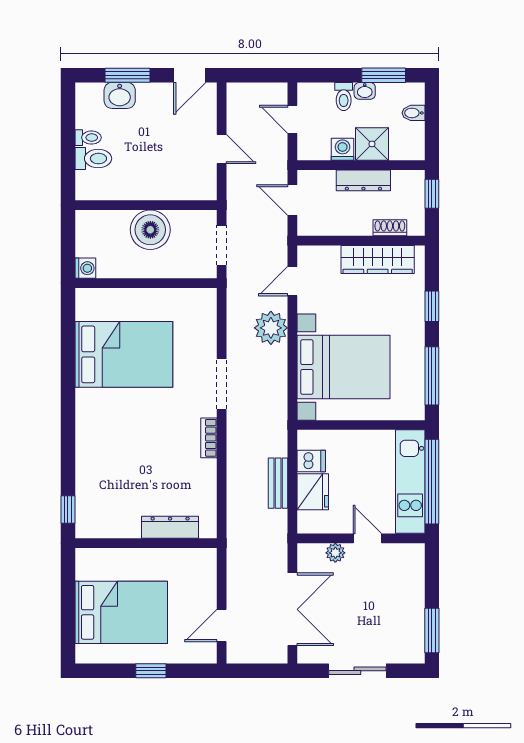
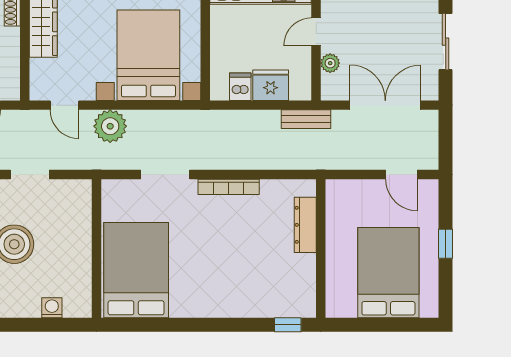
wall: (146, 283) -> (97, 248), moved
bookcase: (209, 438) -> (229, 187), width x1.56
bench: (278, 483) -> (306, 119), moved

